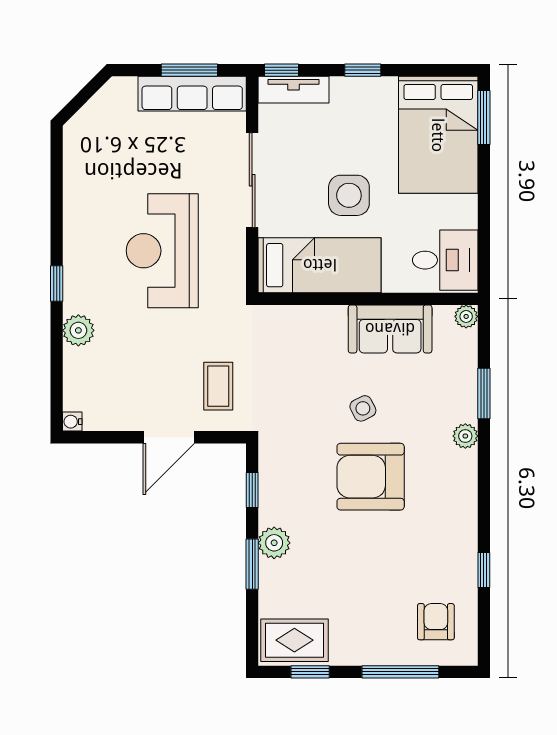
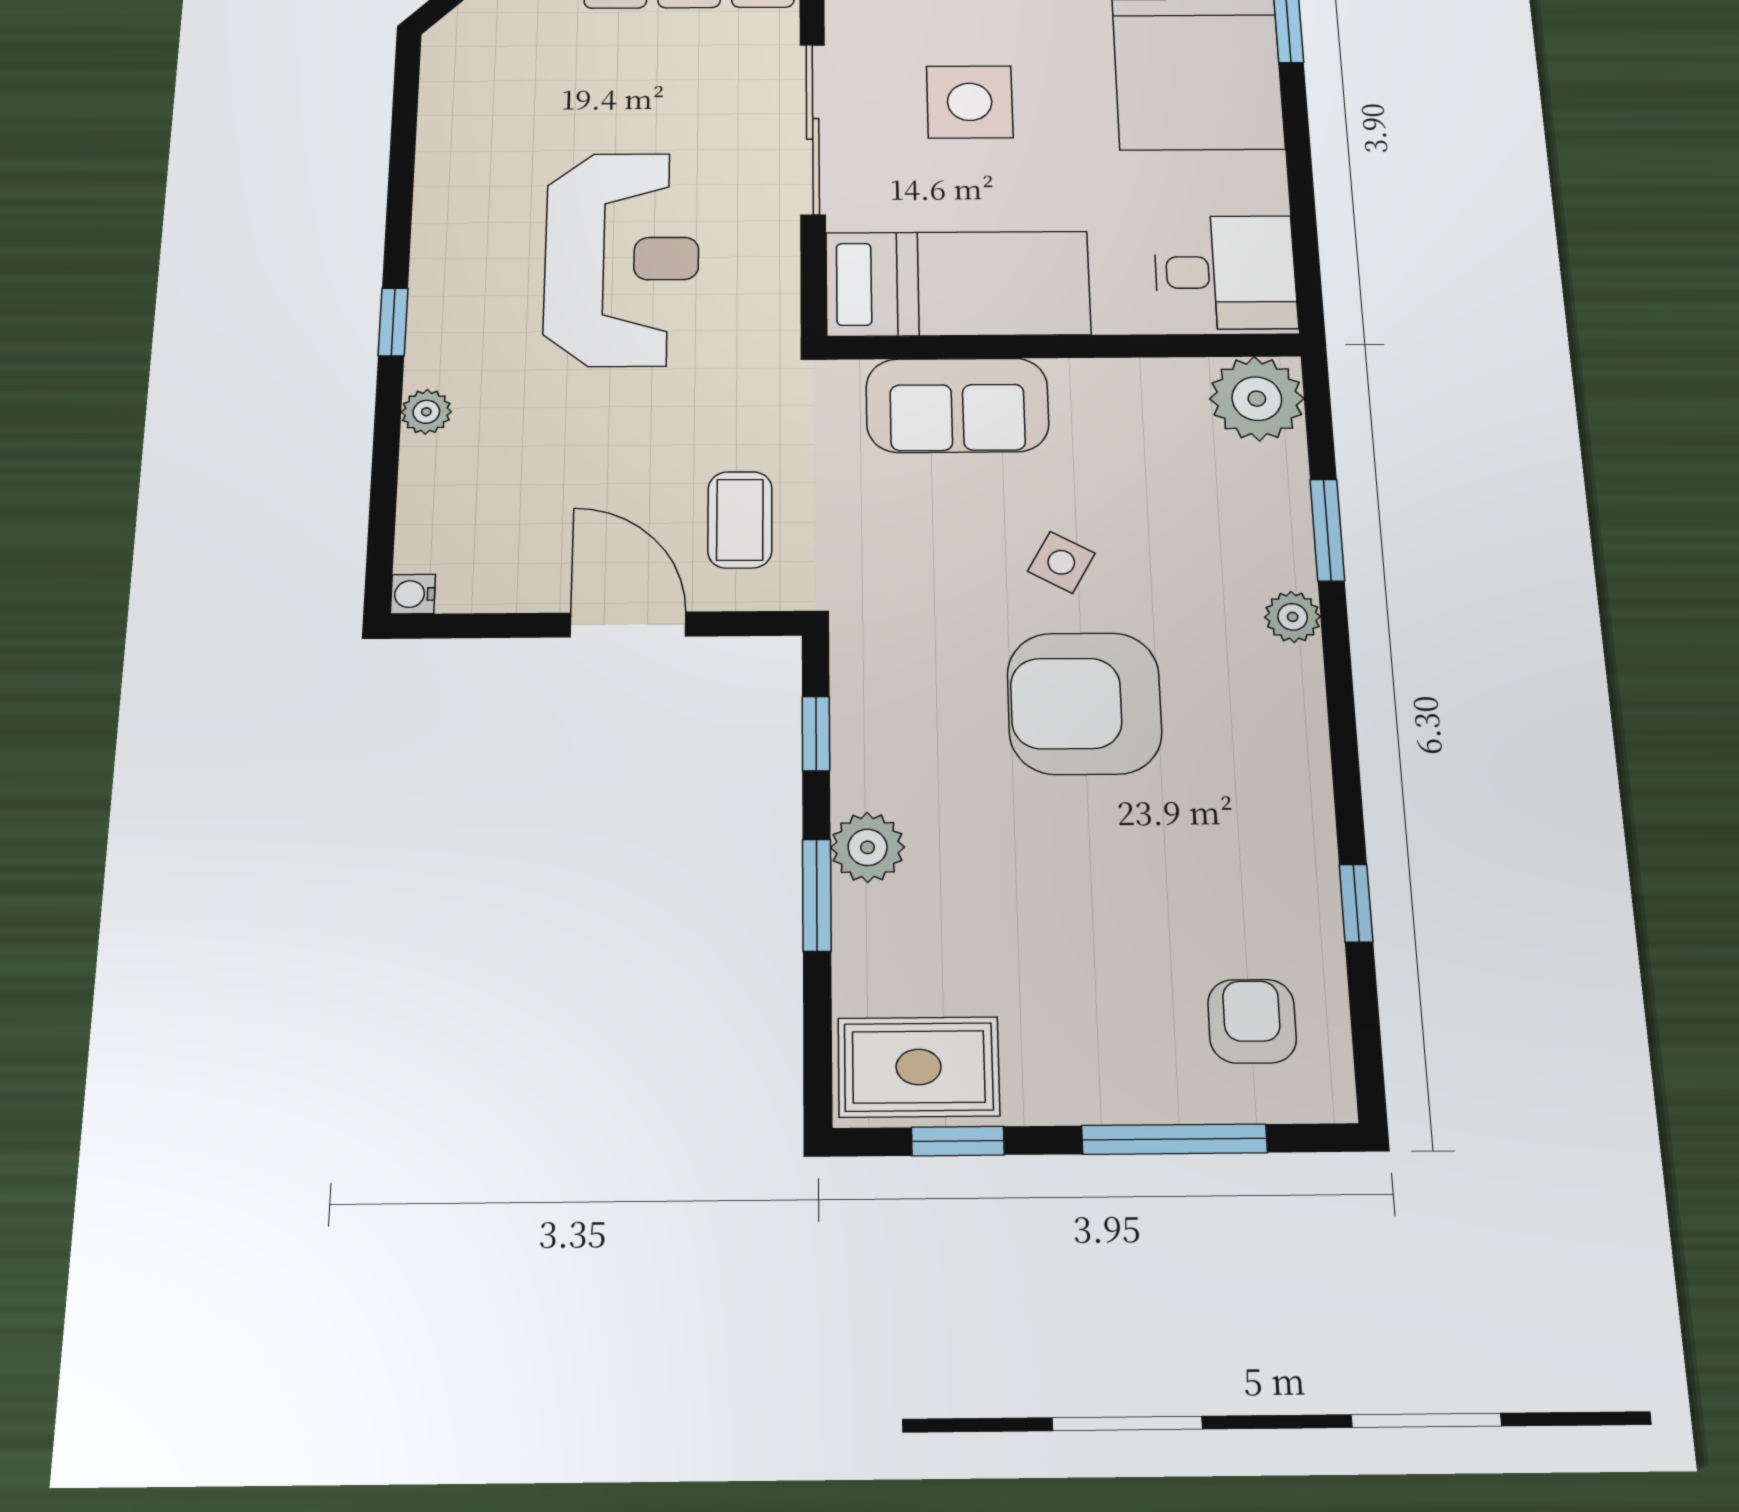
side table: (349, 195) -> (970, 102), moved
reception desk: (162, 251) -> (622, 259), turned 180
plant: (466, 316) -> (1257, 399), width x1.88, depth x1.88
sofa: (390, 329) -> (957, 405), moved
plant: (78, 330) -> (426, 412), width x0.73, depth x0.73
side table: (363, 408) -> (1061, 562), turned -34
door: (169, 437) -> (628, 625), swing flipped

